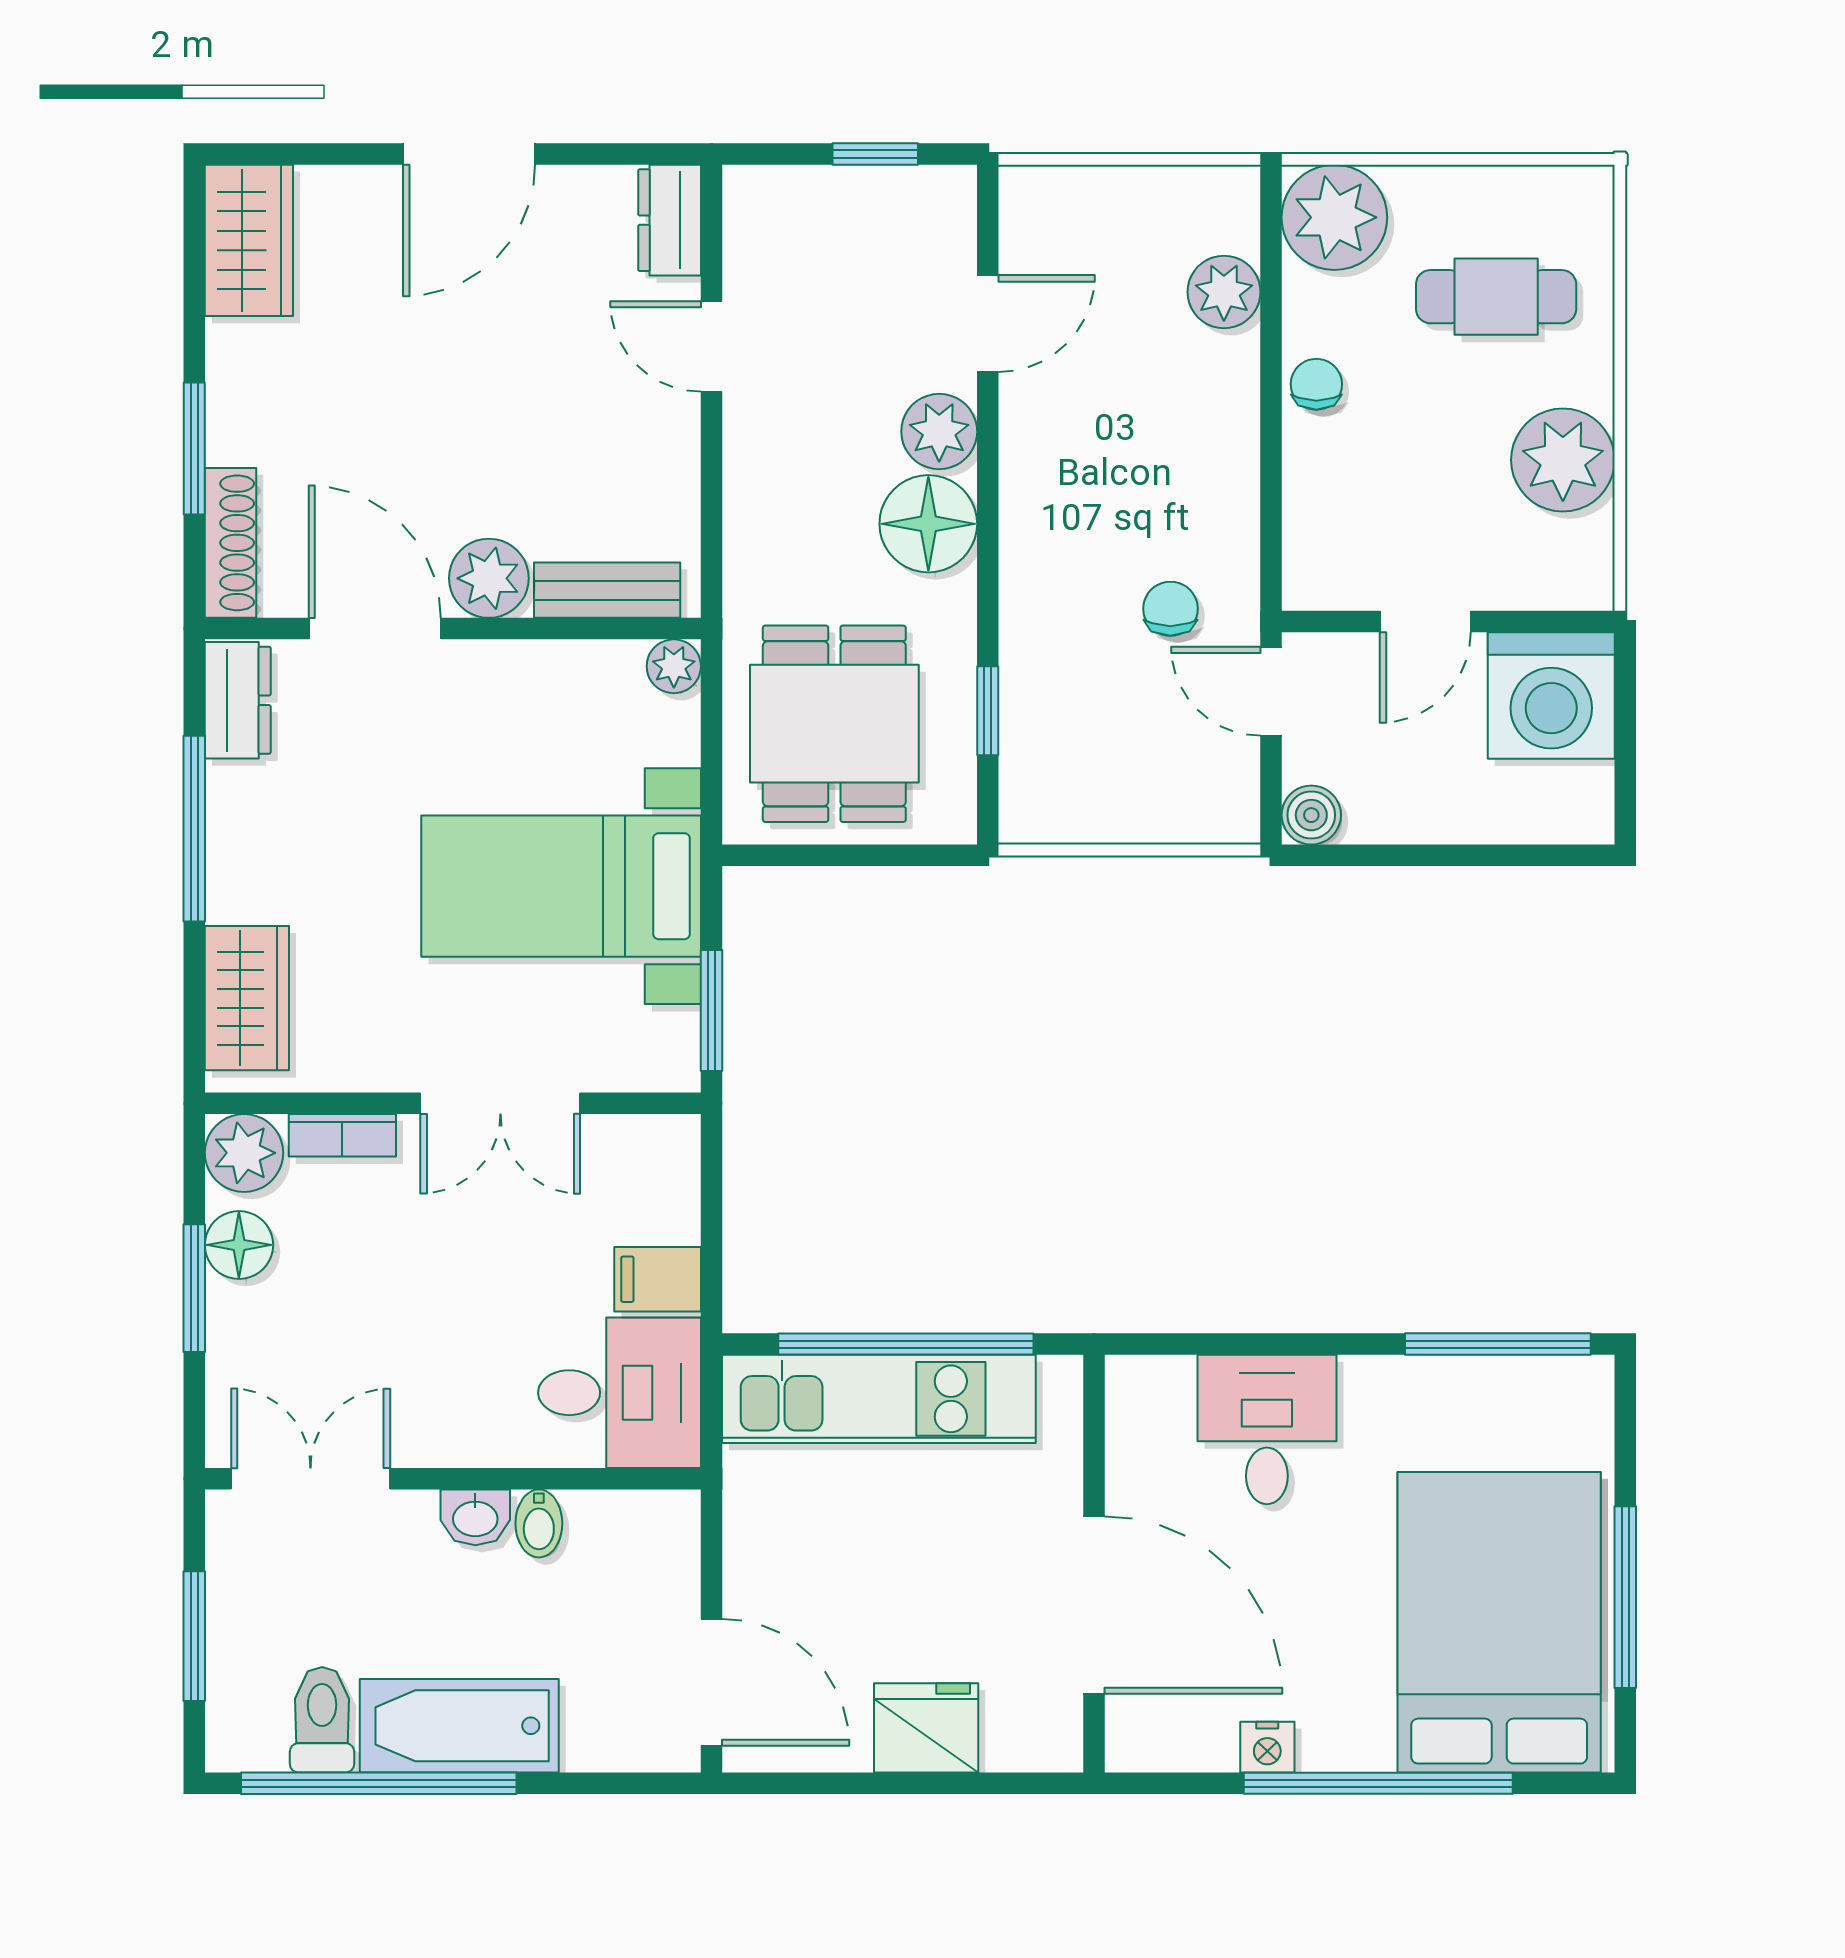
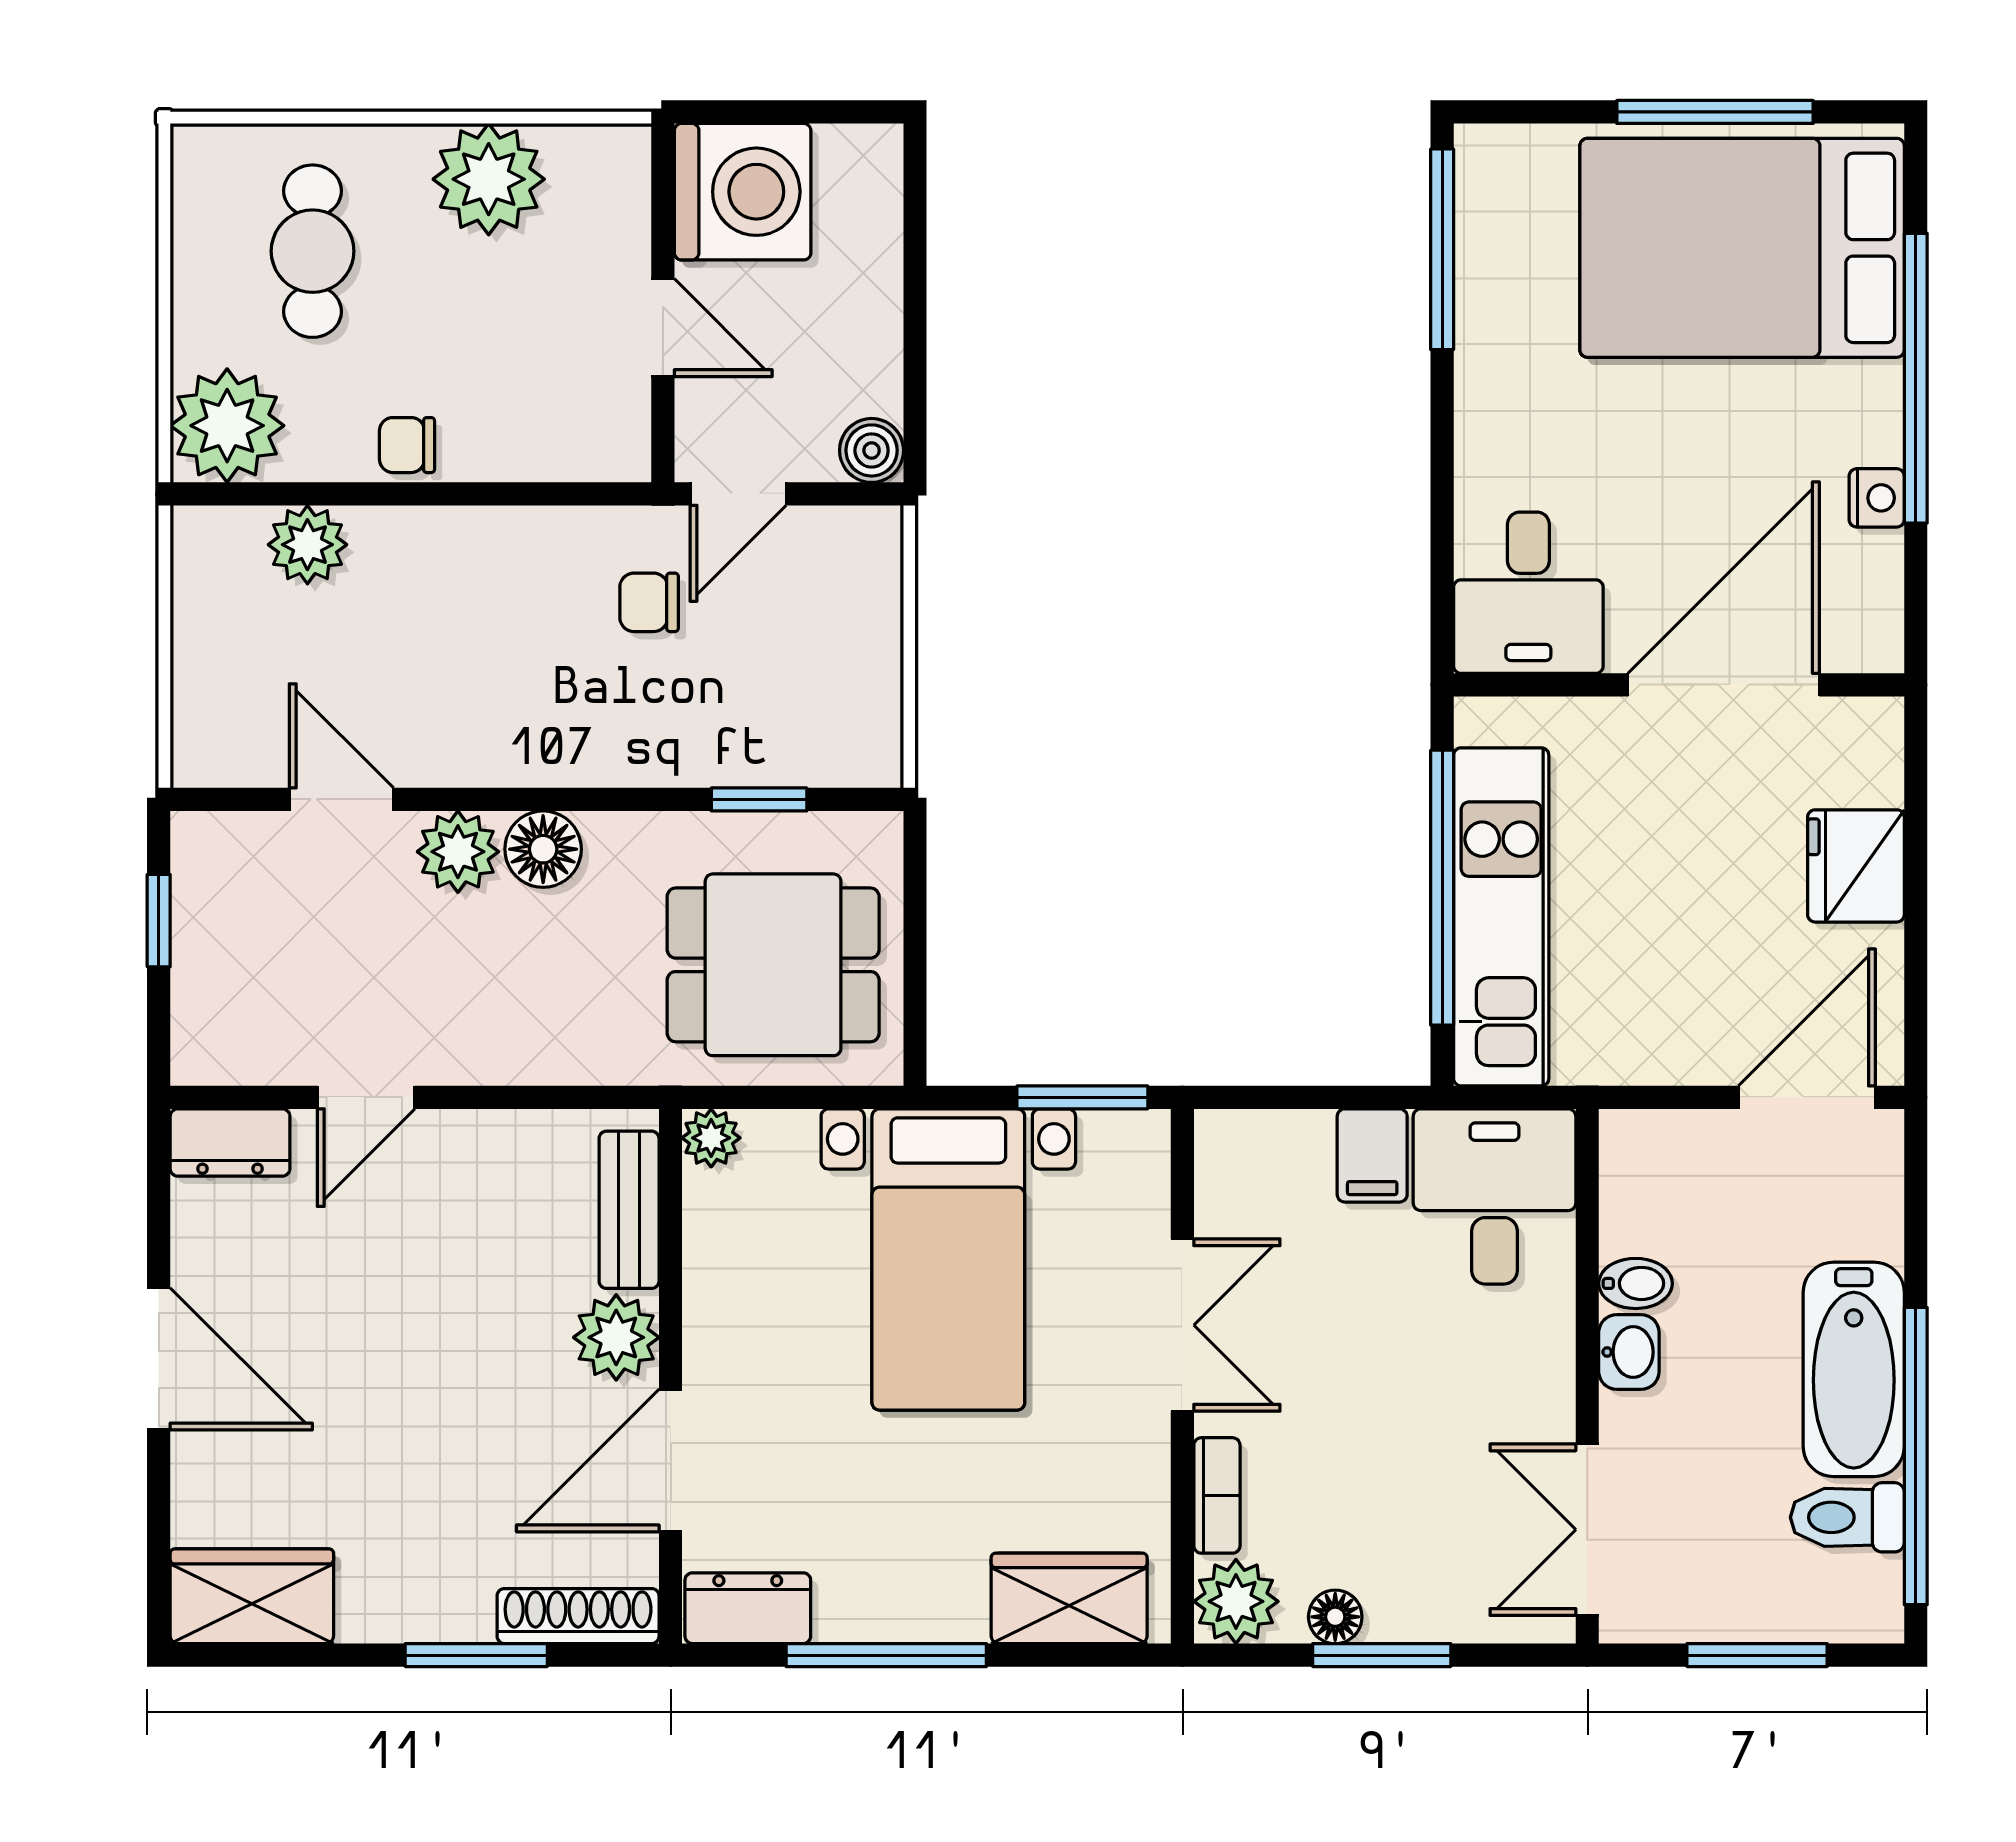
floor lamp: (928, 524) -> (543, 849), width x0.73, depth x0.73
floor lamp: (239, 1245) -> (1335, 1617), width x0.73, depth x0.73
desk: (1267, 1430) -> (1528, 593), moved, turned -90

